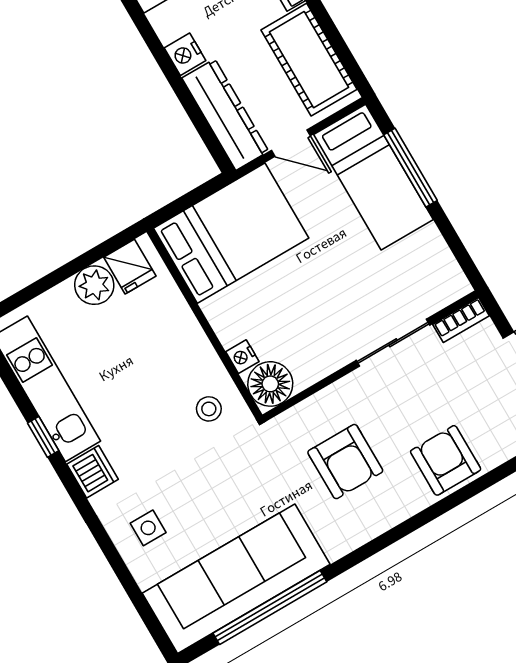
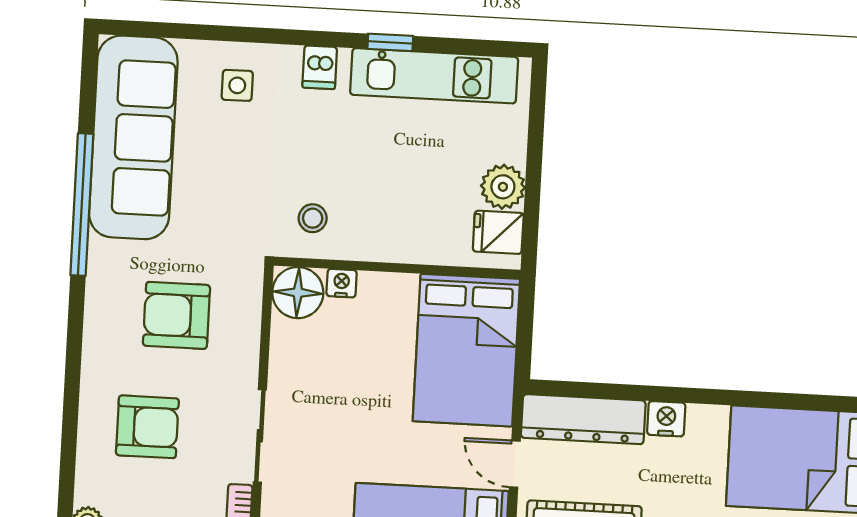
door: (291, 143) -> (515, 464), hinge flipped
armchair: (446, 460) -> (147, 427), moved
dishwasher: (93, 472) -> (320, 67), width x0.73
window: (270, 607) -> (82, 205), moved

